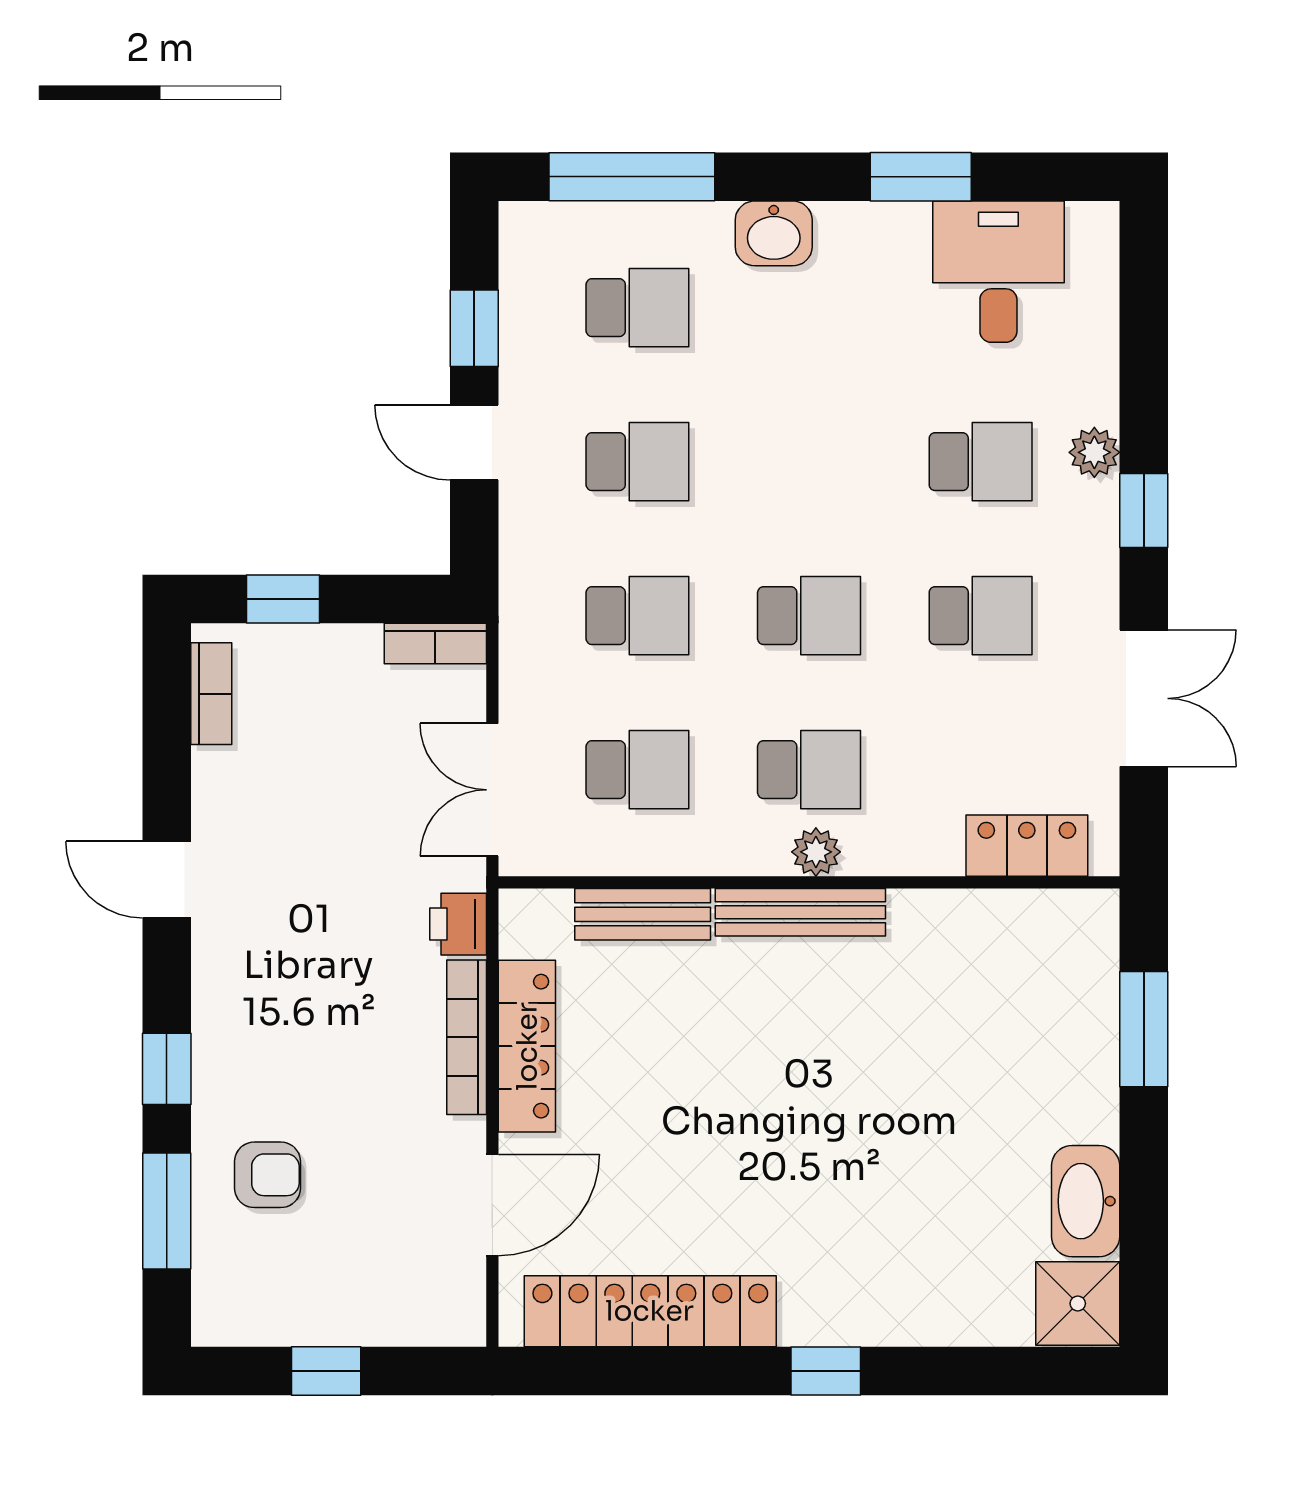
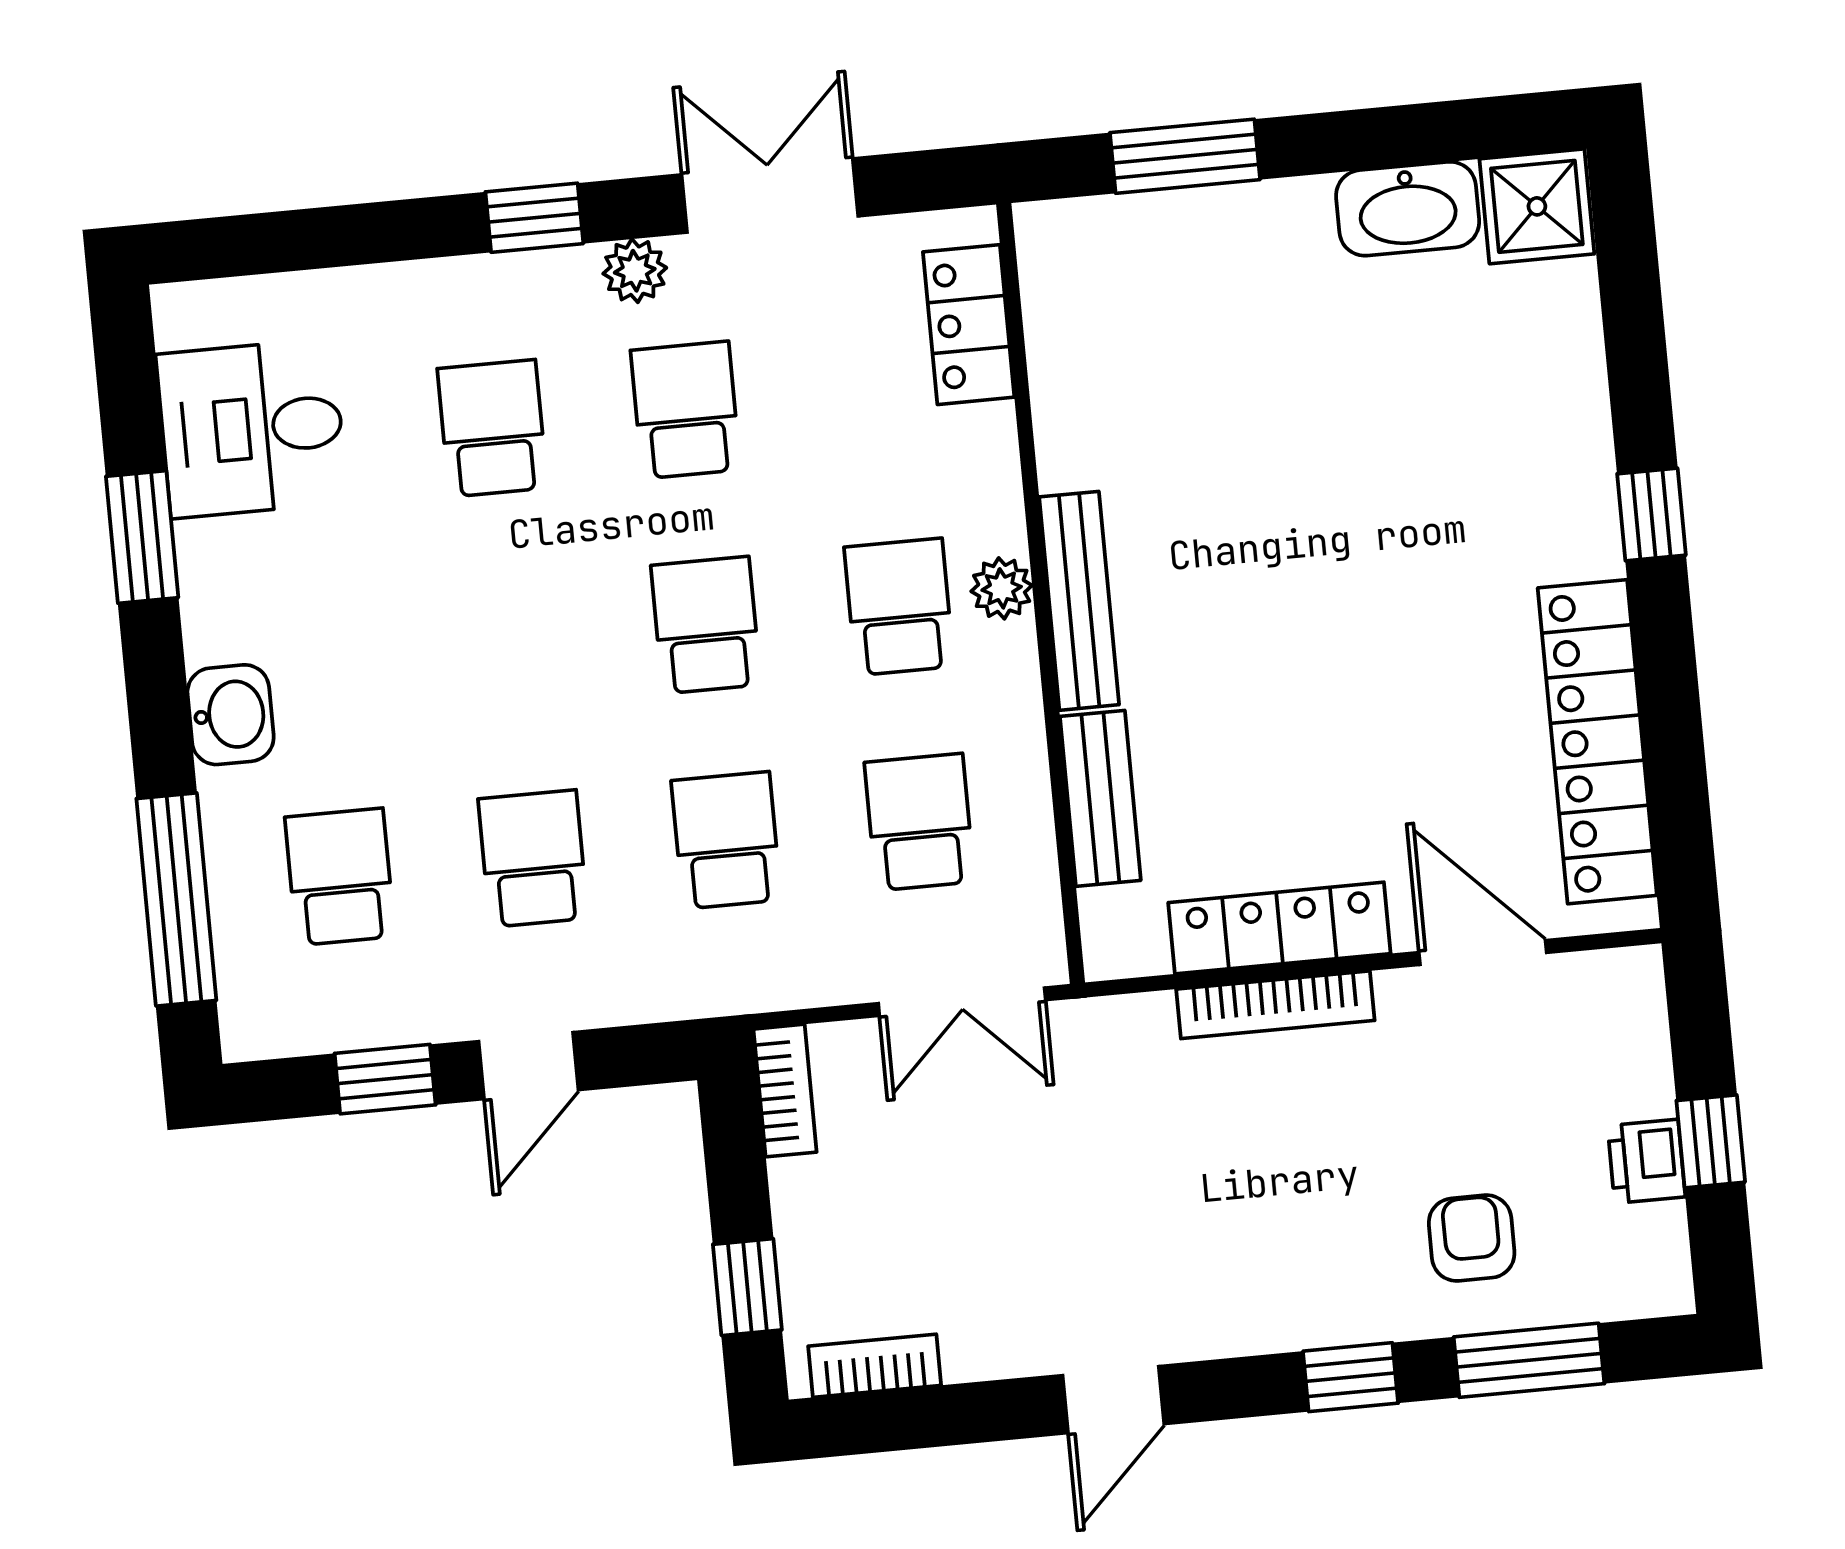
plant: (1094, 452) -> (635, 271), moved
printer: (458, 924) -> (1646, 1161), moved, turned 90

